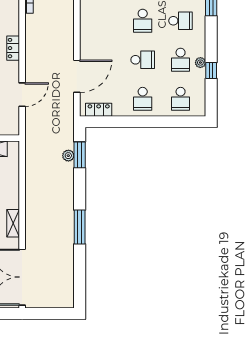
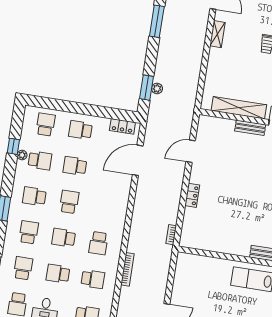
school desk: (181, 60) -> (40, 160), turned 90
school desk: (143, 99) -> (80, 130), turned -90

